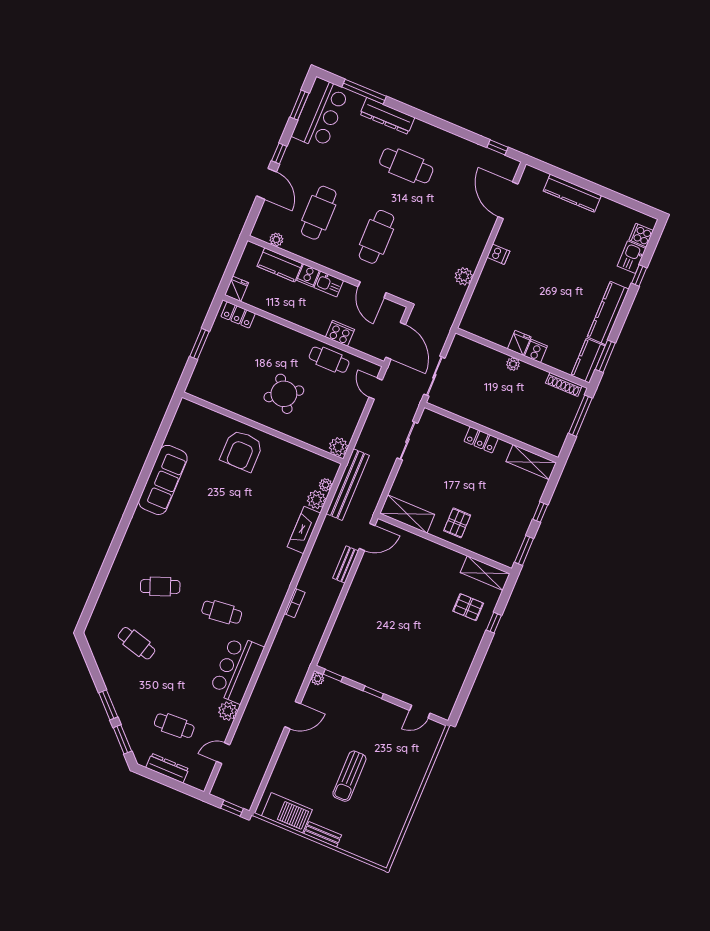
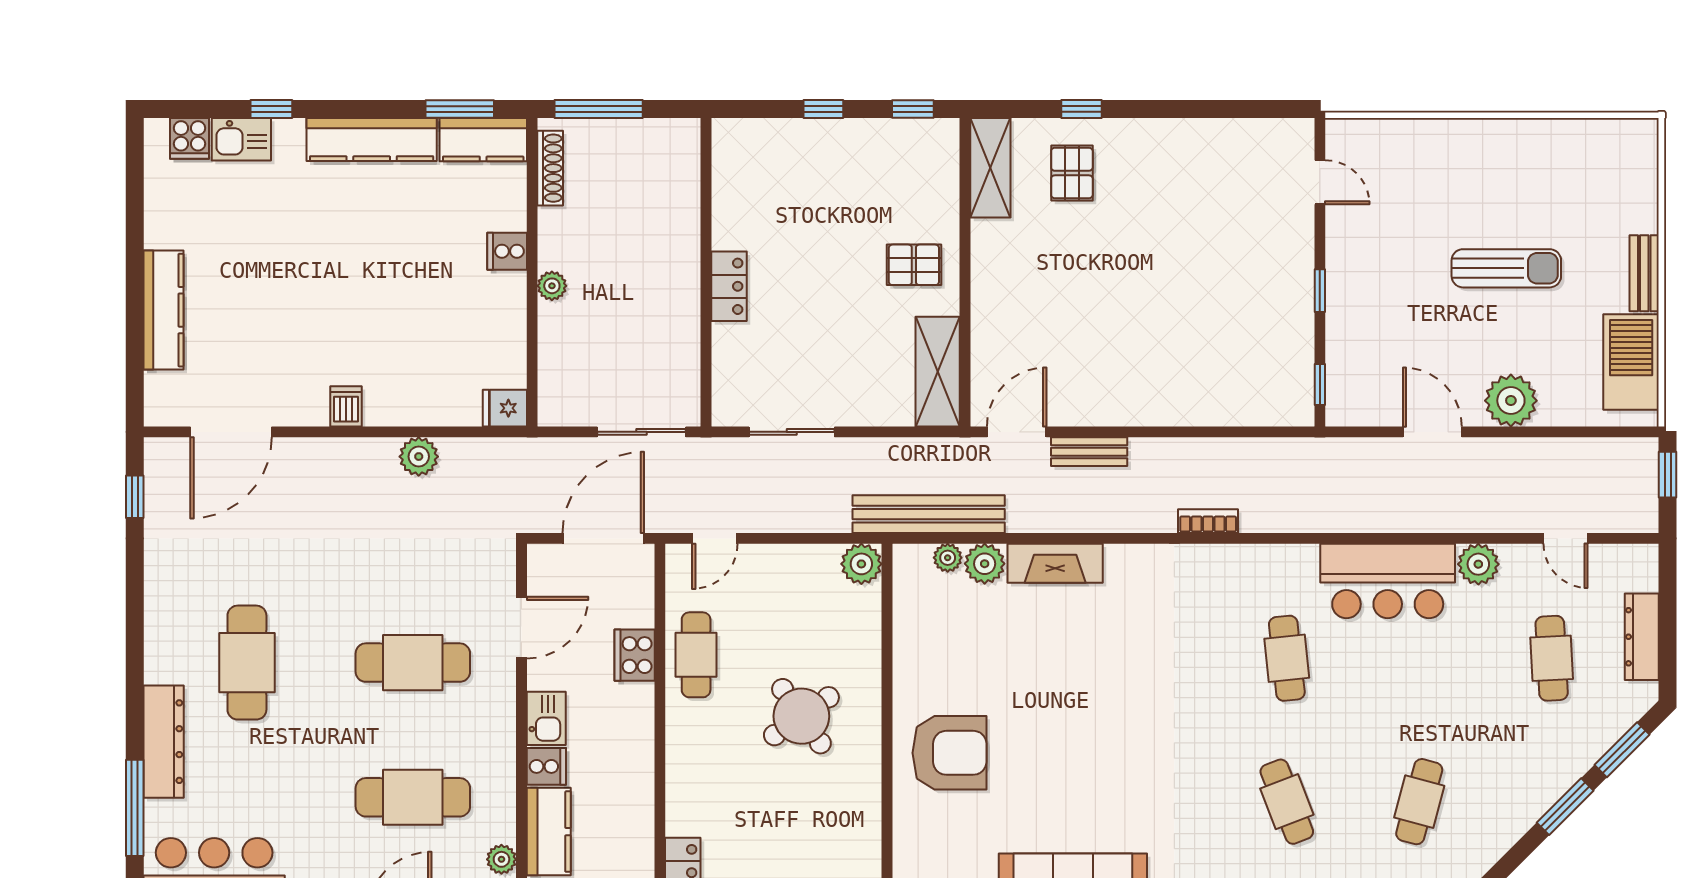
fridge: (519, 343) -> (505, 408), moved
shelving: (531, 462) -> (732, 168), removed
door: (367, 537) -> (1017, 432), hinge flipped
window: (524, 550) -> (913, 109), width x0.67
plant: (318, 679) -> (1511, 401), moved, width x1.88, depth x1.88

